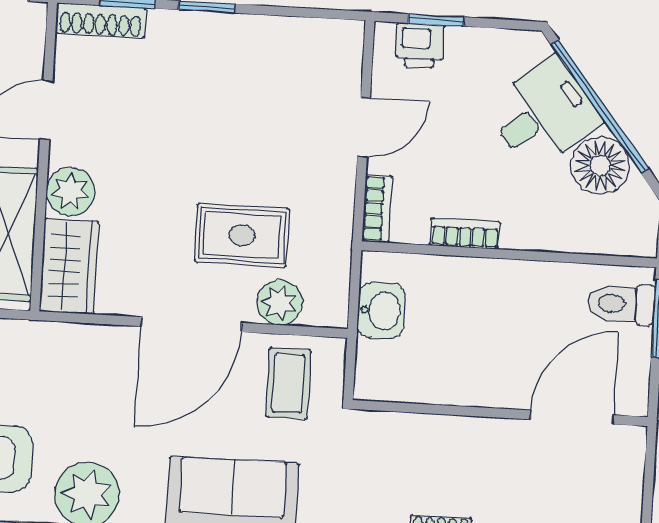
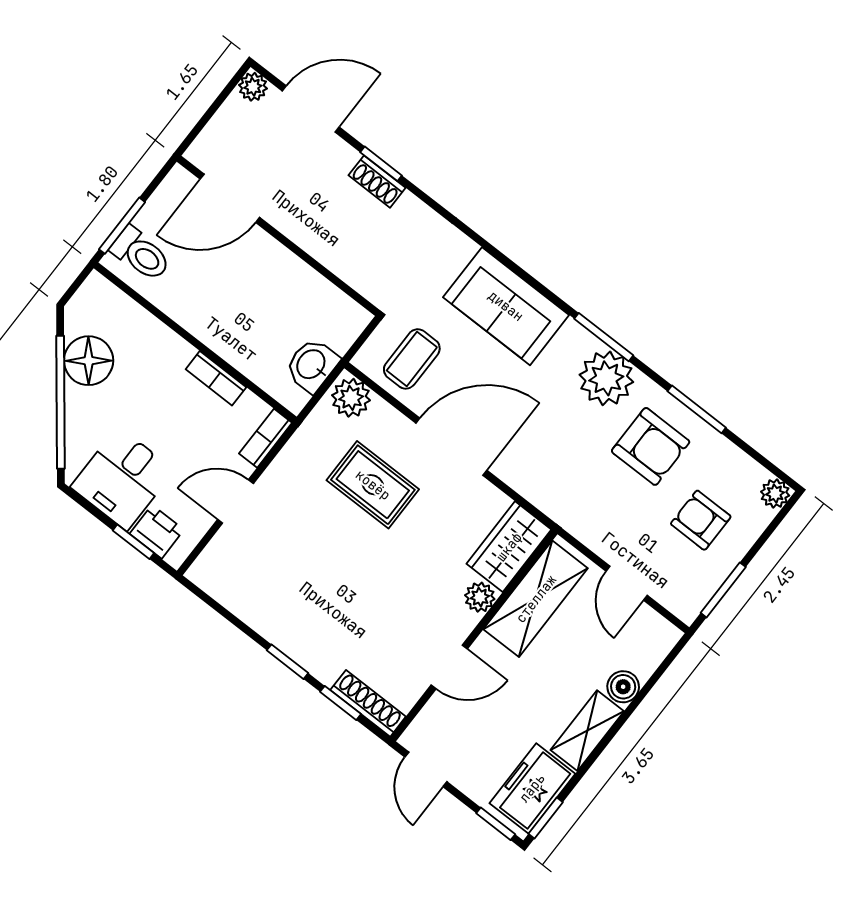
desk: (543, 114) -> (122, 479), moved, turned -52
plant: (70, 192) -> (480, 597), width x0.73, depth x0.73
plant: (280, 302) -> (351, 398), moved

